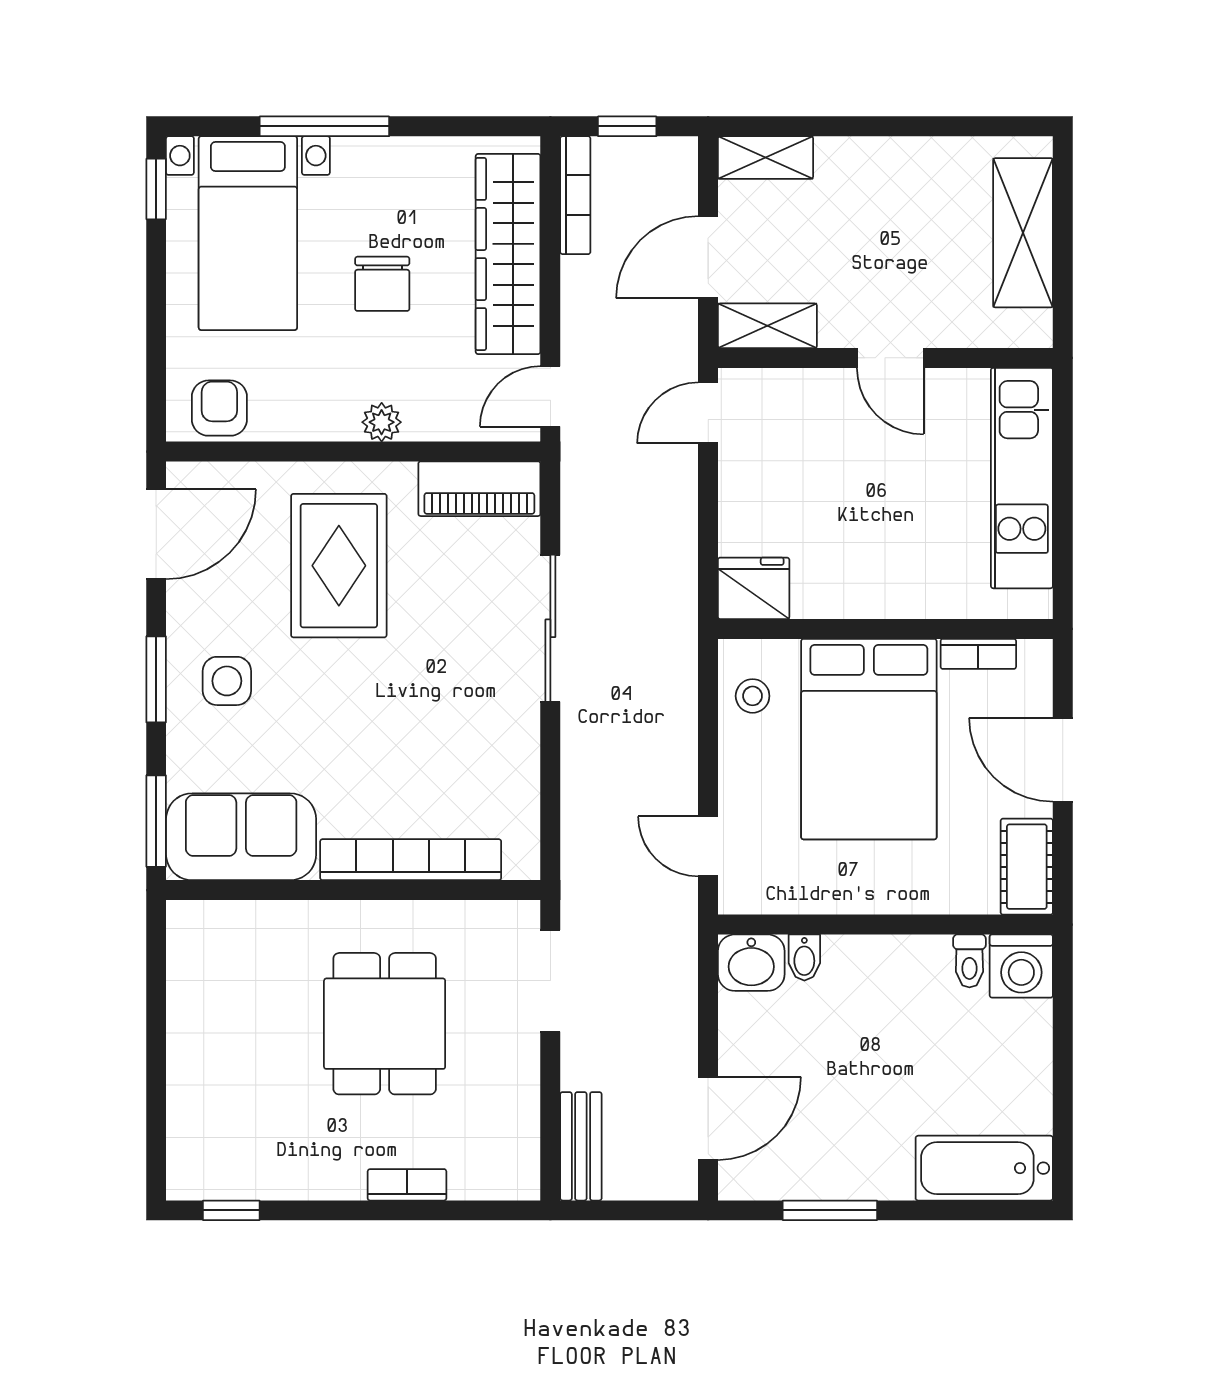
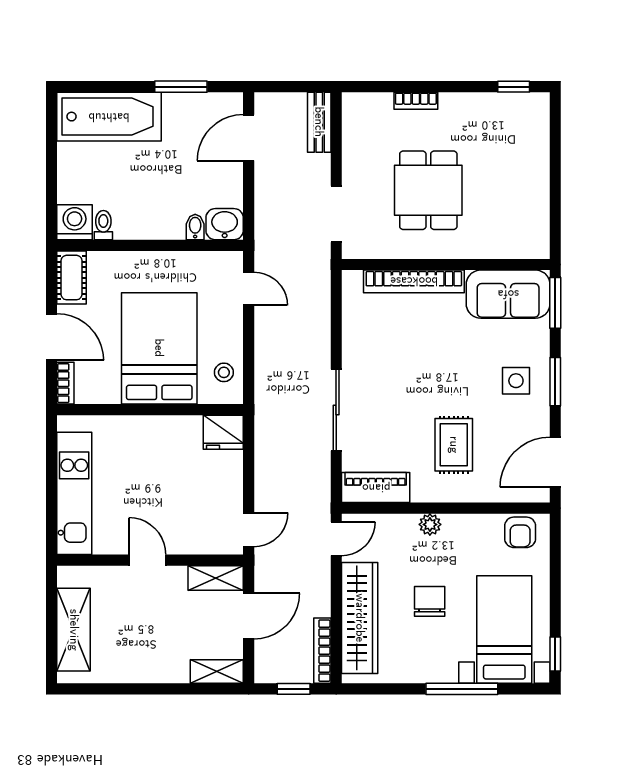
rug: (339, 566) -> (454, 445), width x0.73, depth x0.70
bookcase: (978, 654) -> (65, 383), moved, turned 90
bathtub: (984, 1168) -> (109, 117), width x1.36, depth x1.36

